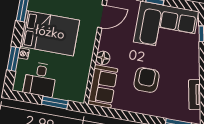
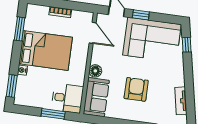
door: (102, 16) -> (93, 33), hinge flipped
window: (13, 59) -> (12, 86), moved
desk: (40, 79) -> (67, 98), moved, turned -90

